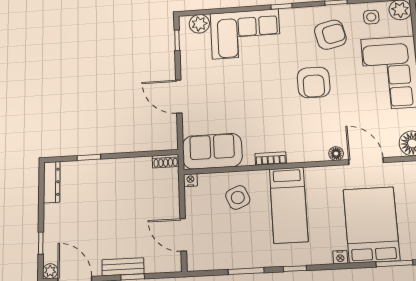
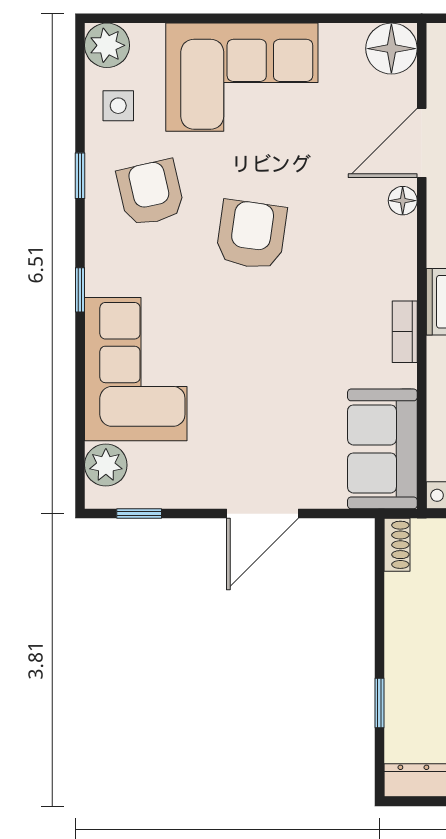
armchair: (314, 82) -> (251, 235), turned -82

